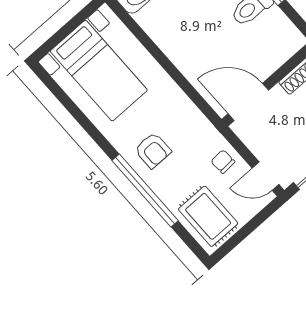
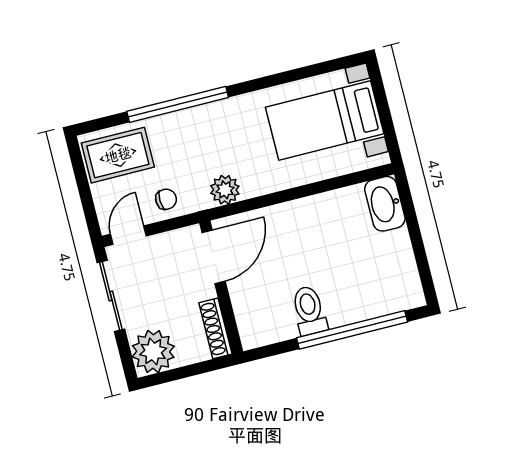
plant: (192, 120) -> (225, 190), added
armchair: (153, 150) -> (215, 133), removed

